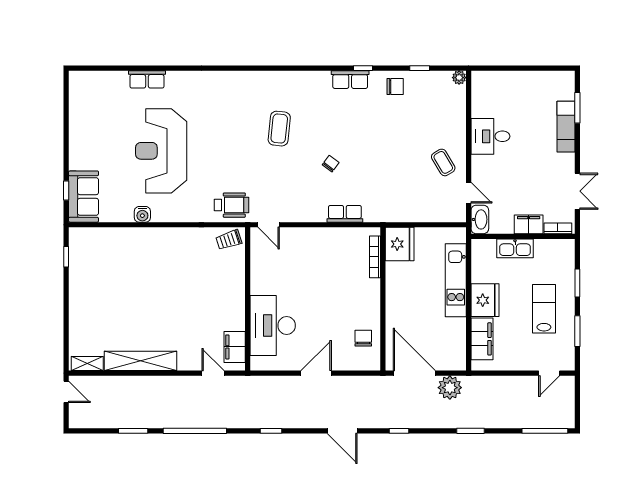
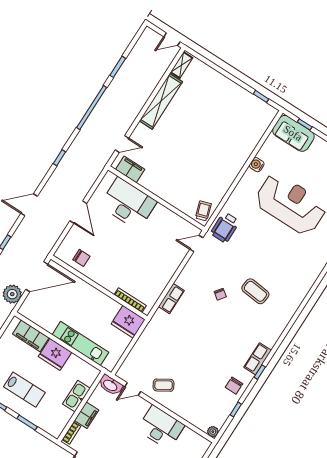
desk: (490, 136) -> (161, 427), width x1.37
chair: (331, 164) -> (220, 294), moved

